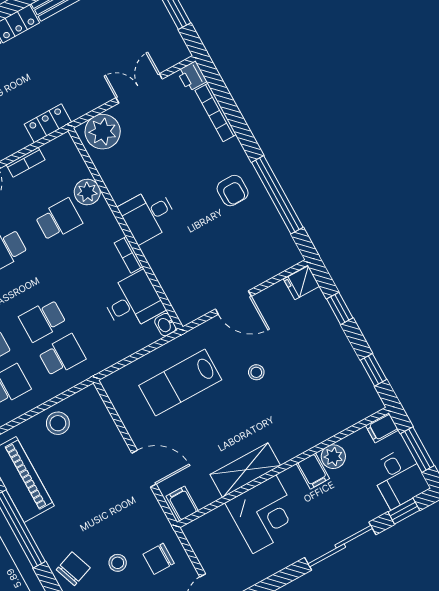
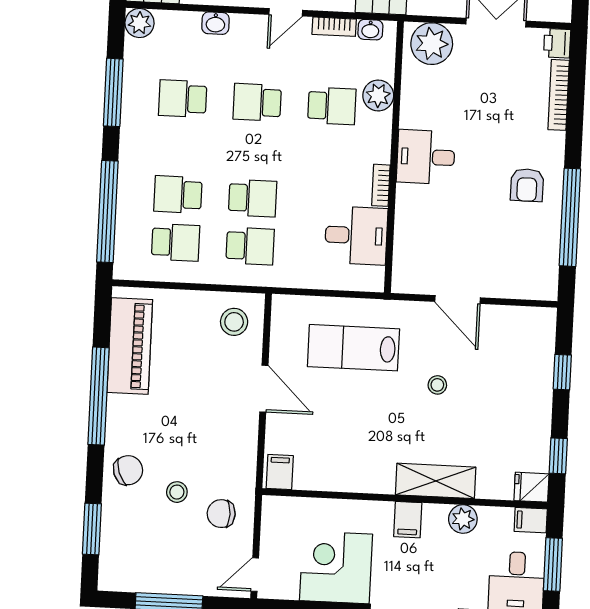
fridge: (302, 283) -> (531, 487), moved
school desk: (43, 320) -> (252, 198), turned 180
washbasin: (165, 325) -> (370, 30), moved, turned -90
stool: (58, 423) -> (234, 322), moved
door: (144, 469) -> (264, 389), moved
shelving: (245, 470) -> (436, 481), moved
filing cabinet: (313, 471) -> (408, 520), moved
corner desk: (264, 514) -> (336, 567), moved, turned 180

